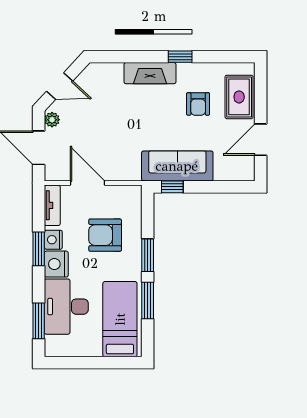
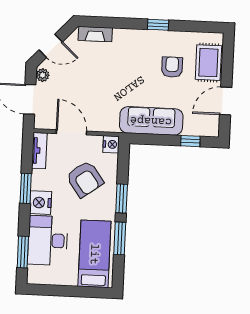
fireplace: (150, 73) -> (95, 34), moved, width x0.73, depth x0.76
armchair: (198, 104) -> (172, 67), turned 180
window: (172, 187) -> (190, 141), moved
armchair: (105, 235) -> (85, 179), turned -126
nightstand: (53, 240) -> (111, 144), moved, turned 180

